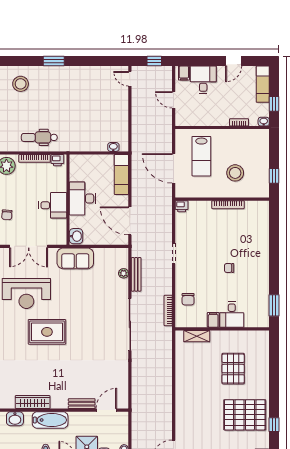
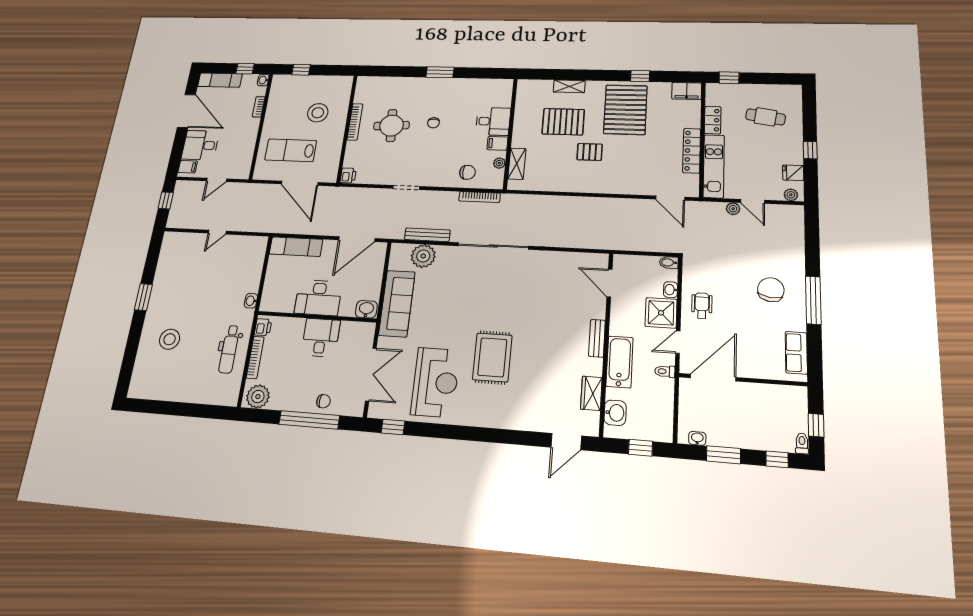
window: (54, 61) -> (143, 297), moved
door: (234, 61) -> (186, 111), width x1.88
door: (130, 79) -> (217, 232), moved
stool: (21, 84) -> (170, 339), moved
washbasin: (113, 147) -> (251, 301), moved
lab bench: (201, 156) -> (291, 150), turned 180
door: (174, 168) -> (300, 183), hinge flipped
window: (274, 176) -> (301, 70), moved
round table: (226, 235) -> (392, 126), added
sofa: (75, 258) -> (397, 303), width x1.36
plant: (124, 273) -> (423, 256), width x1.87, depth x1.87
window: (274, 305) -> (440, 72), moved
plant: (197, 323) -> (499, 163), added
shelving: (264, 371) -> (569, 86), added
pallet: (208, 390) -> (590, 152), added
wardrobe: (33, 402) -> (591, 393), width x0.67
bench: (82, 404) -> (597, 338), moved

